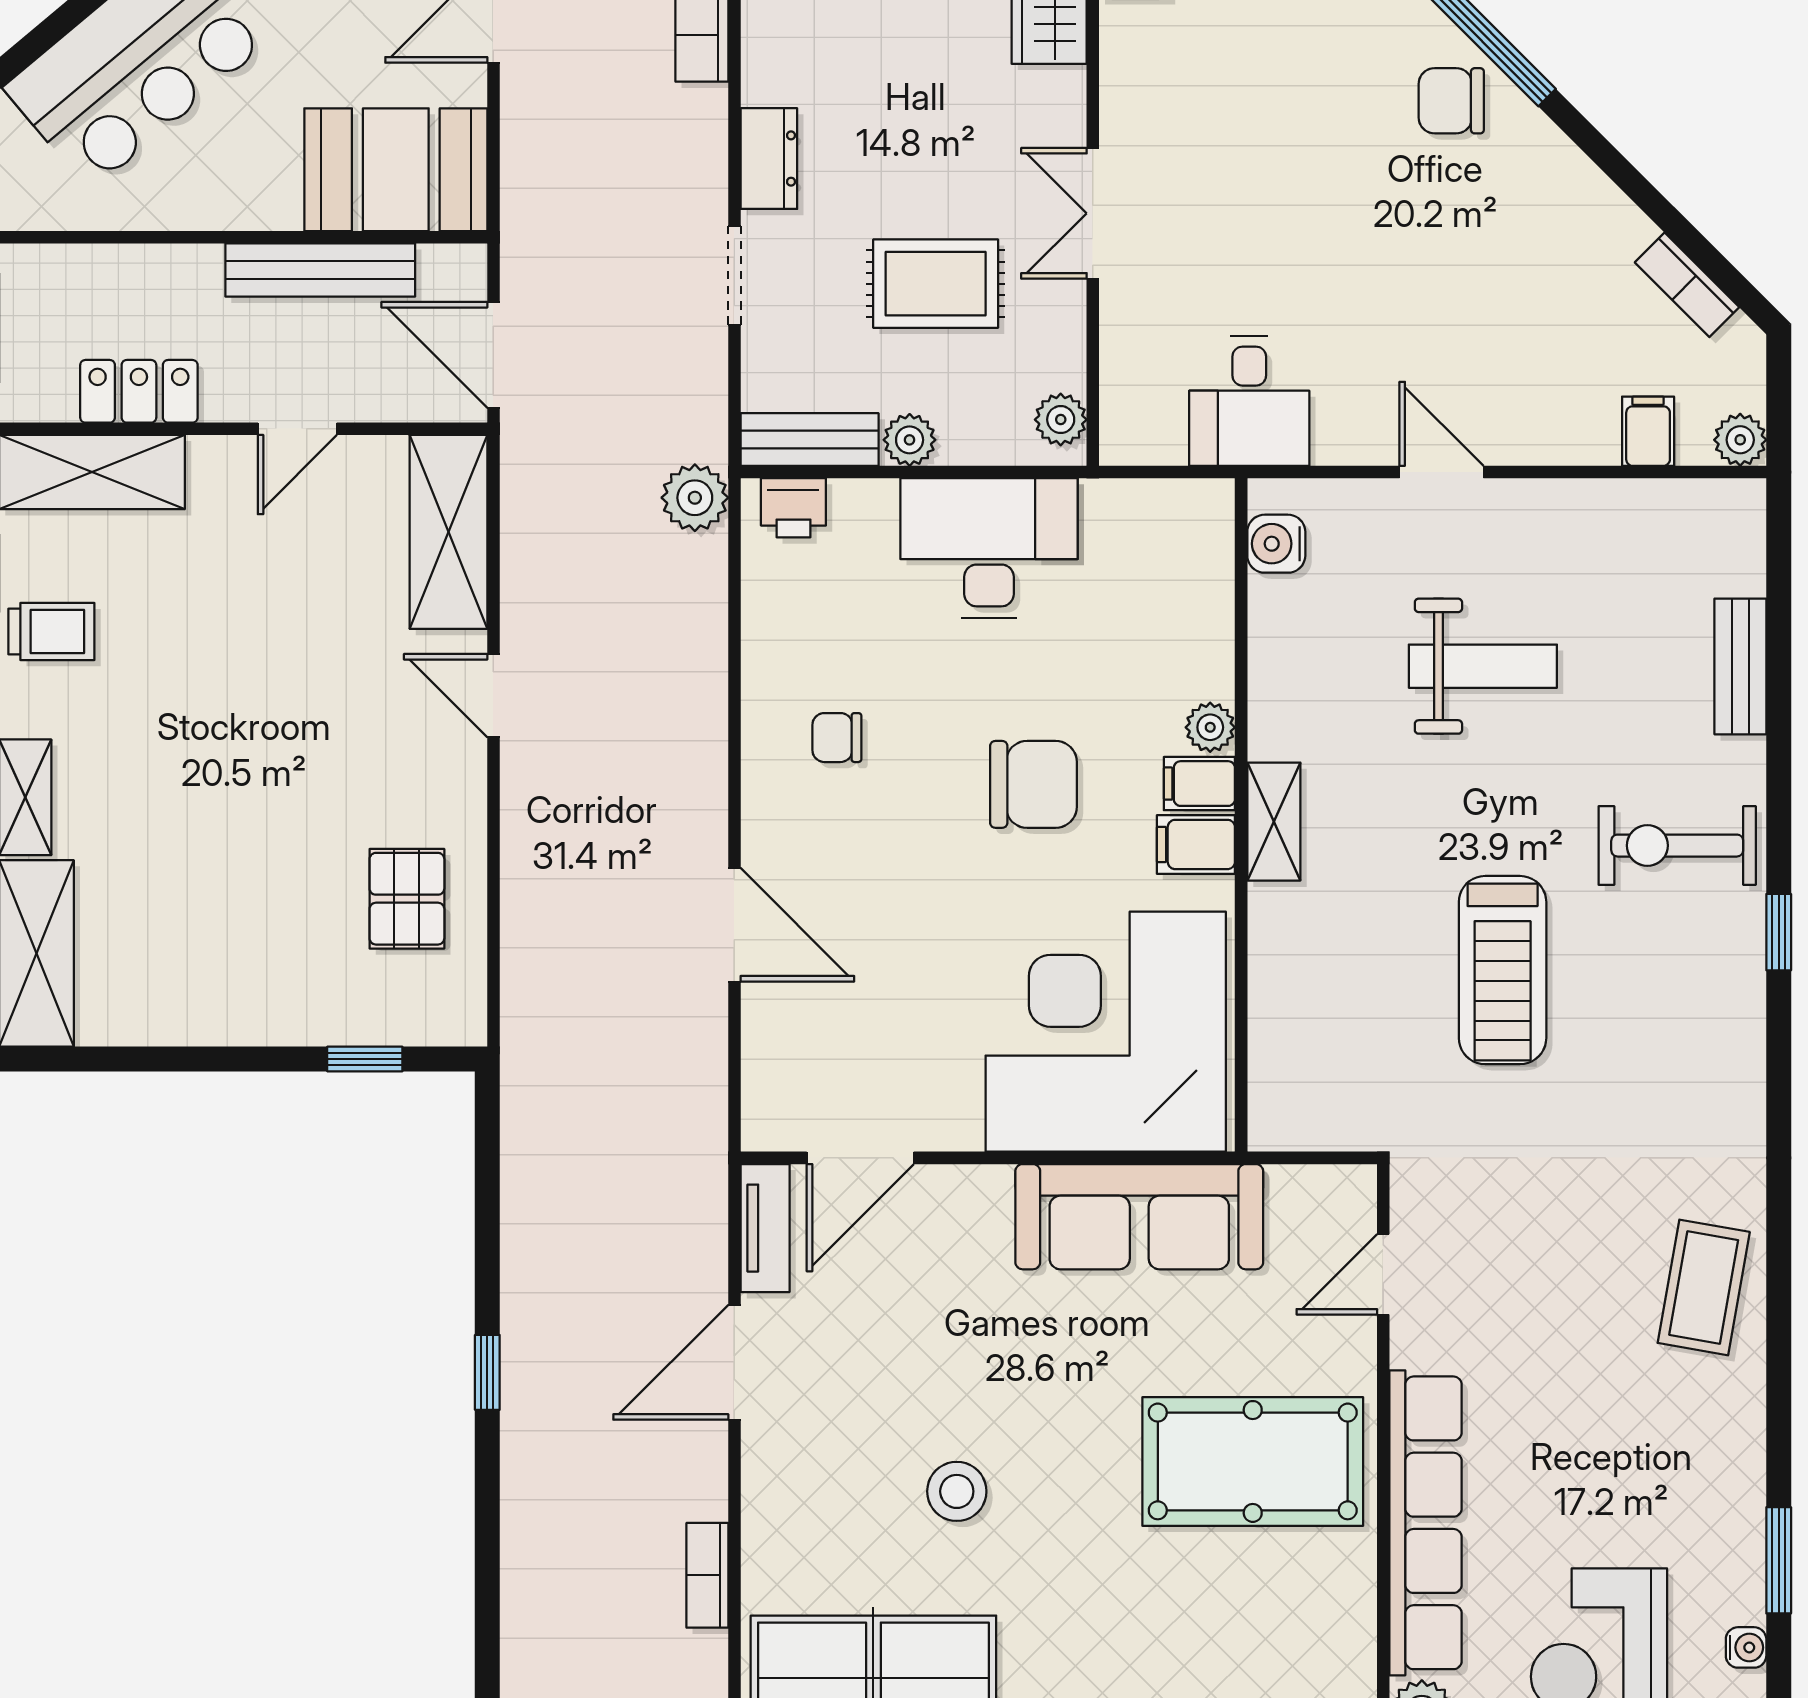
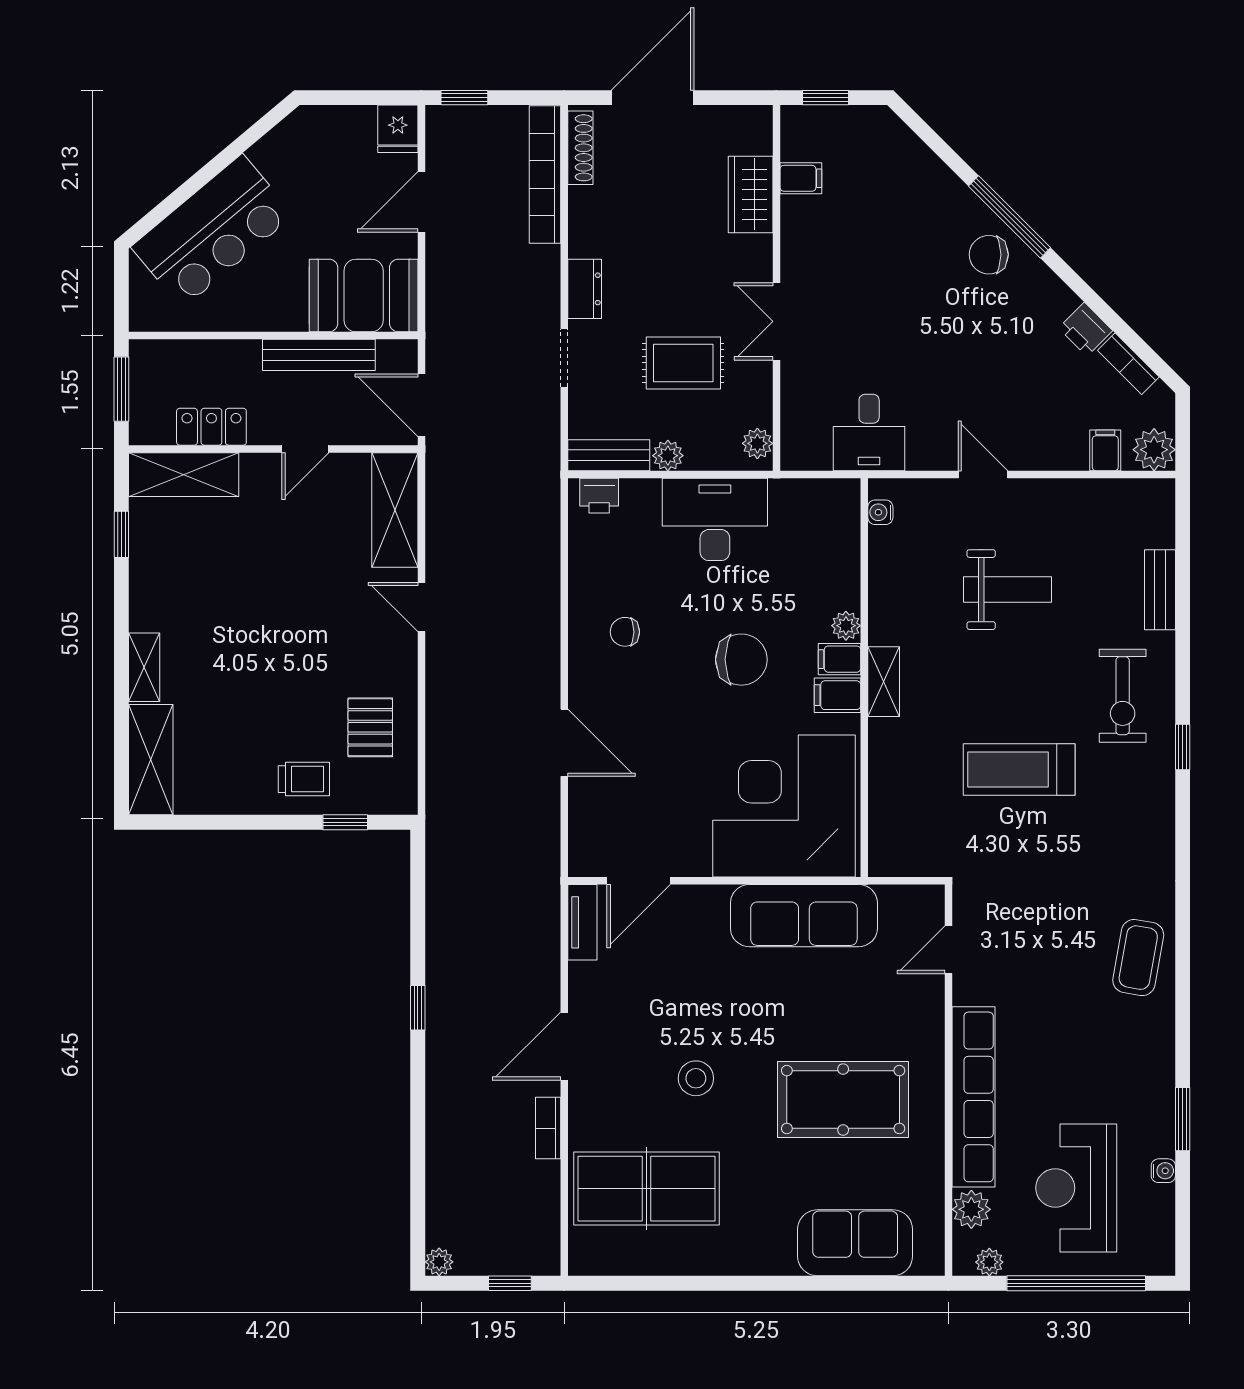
printer: (1615, 227) -> (1086, 329), added
plant: (1740, 440) -> (1154, 450), width x1.38, depth x1.38
plant: (695, 498) -> (541, 490), removed
water cooler: (1276, 544) -> (880, 512), width x0.72, depth x0.72
trolley: (51, 631) -> (304, 779), moved
exercise bike: (1677, 846) -> (1123, 696), turned -90
treadmill: (1503, 970) -> (1019, 770), turned 90
door: (734, 1362) -> (564, 1046), moved
pool table: (1253, 1461) -> (843, 1100), moved

